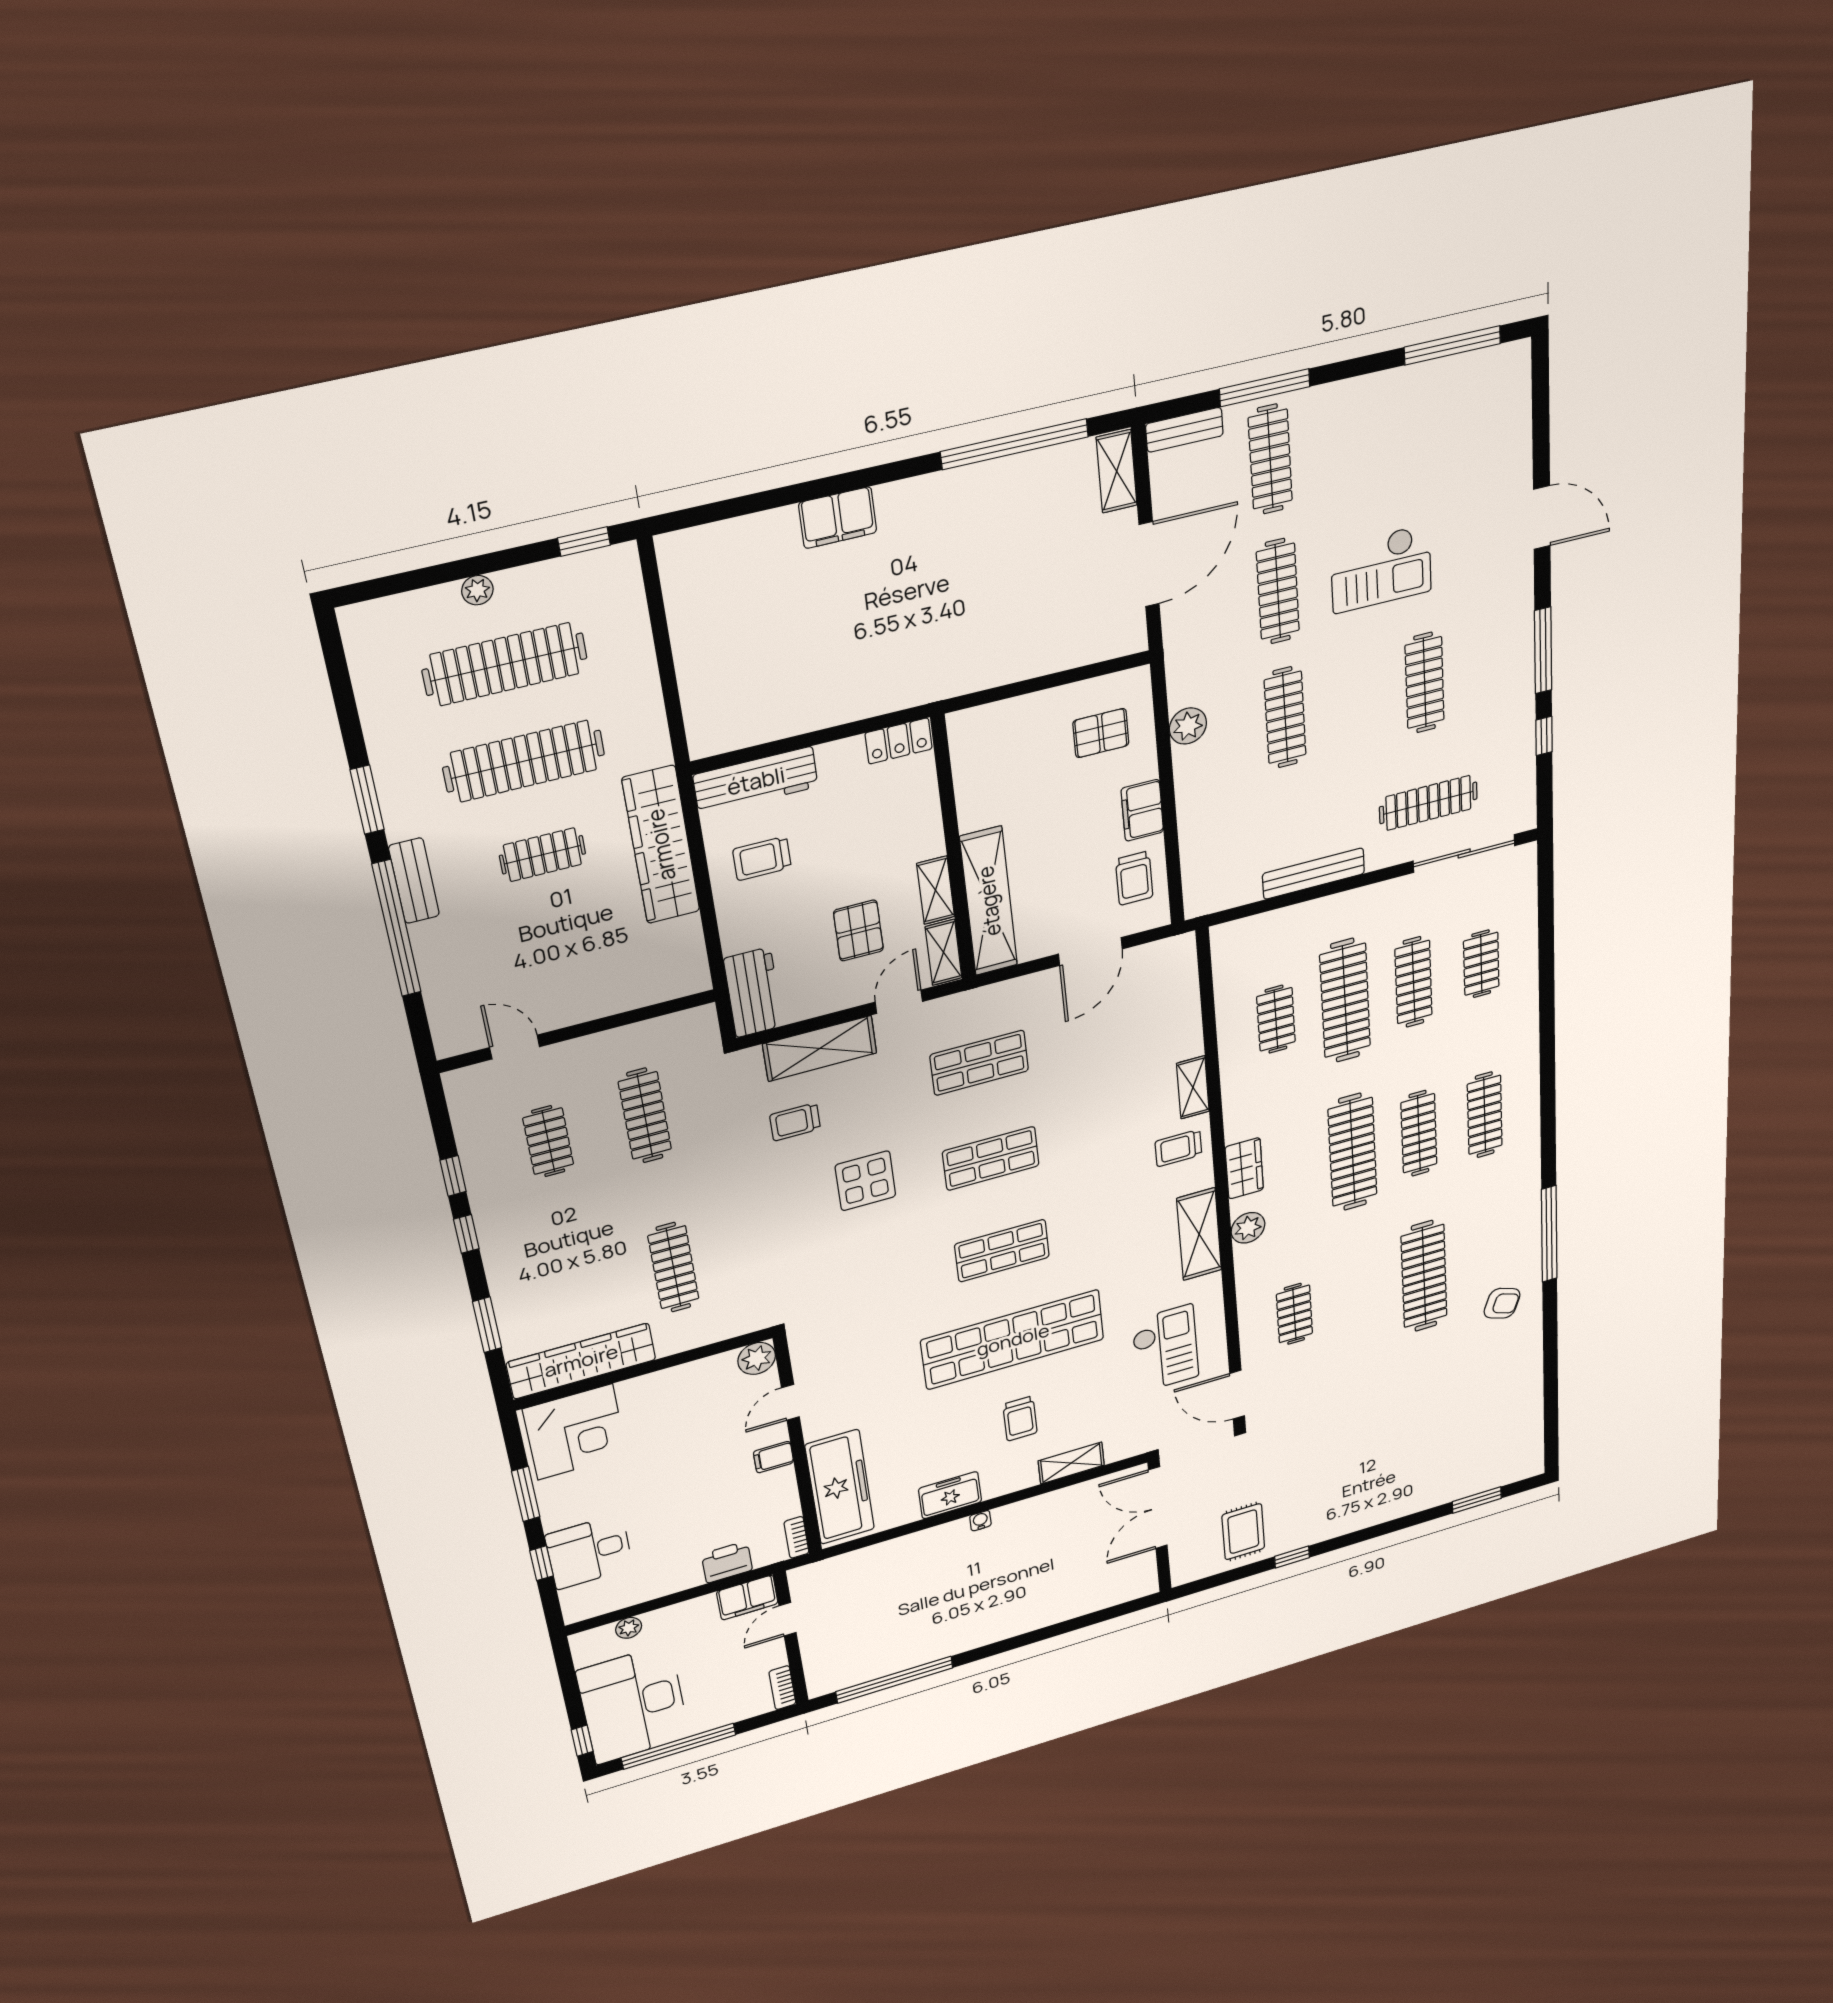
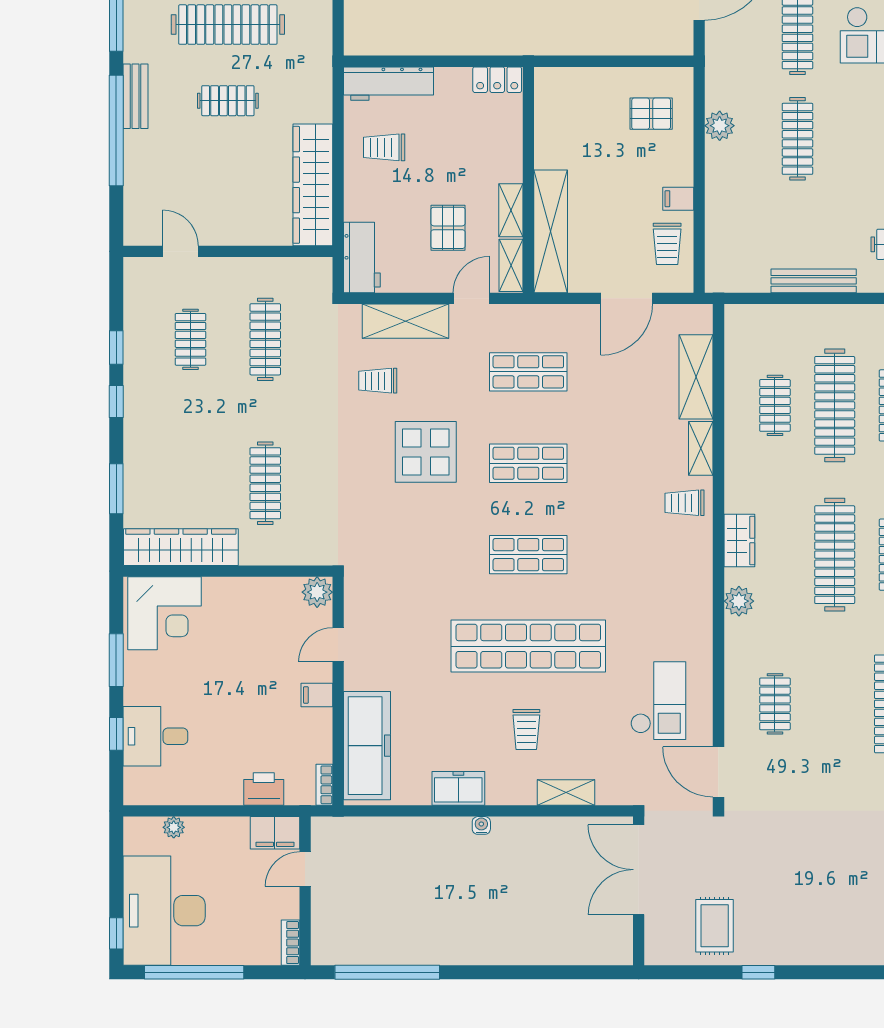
filing cabinet: (1142, 810) -> (678, 199), width x0.50
wardrobe: (661, 845) -> (313, 185), moved
display table: (865, 1181) -> (426, 452), width x1.36, depth x1.36
shelving: (1199, 1234) -> (696, 377), moved

